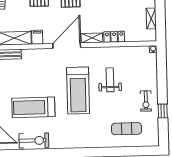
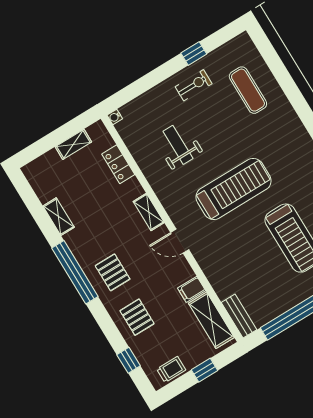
locker: (114, 37) -> (118, 164), moved
door: (67, 46) -> (180, 241), width x0.53
weight bench: (110, 80) -> (178, 145), moved, turned 90

